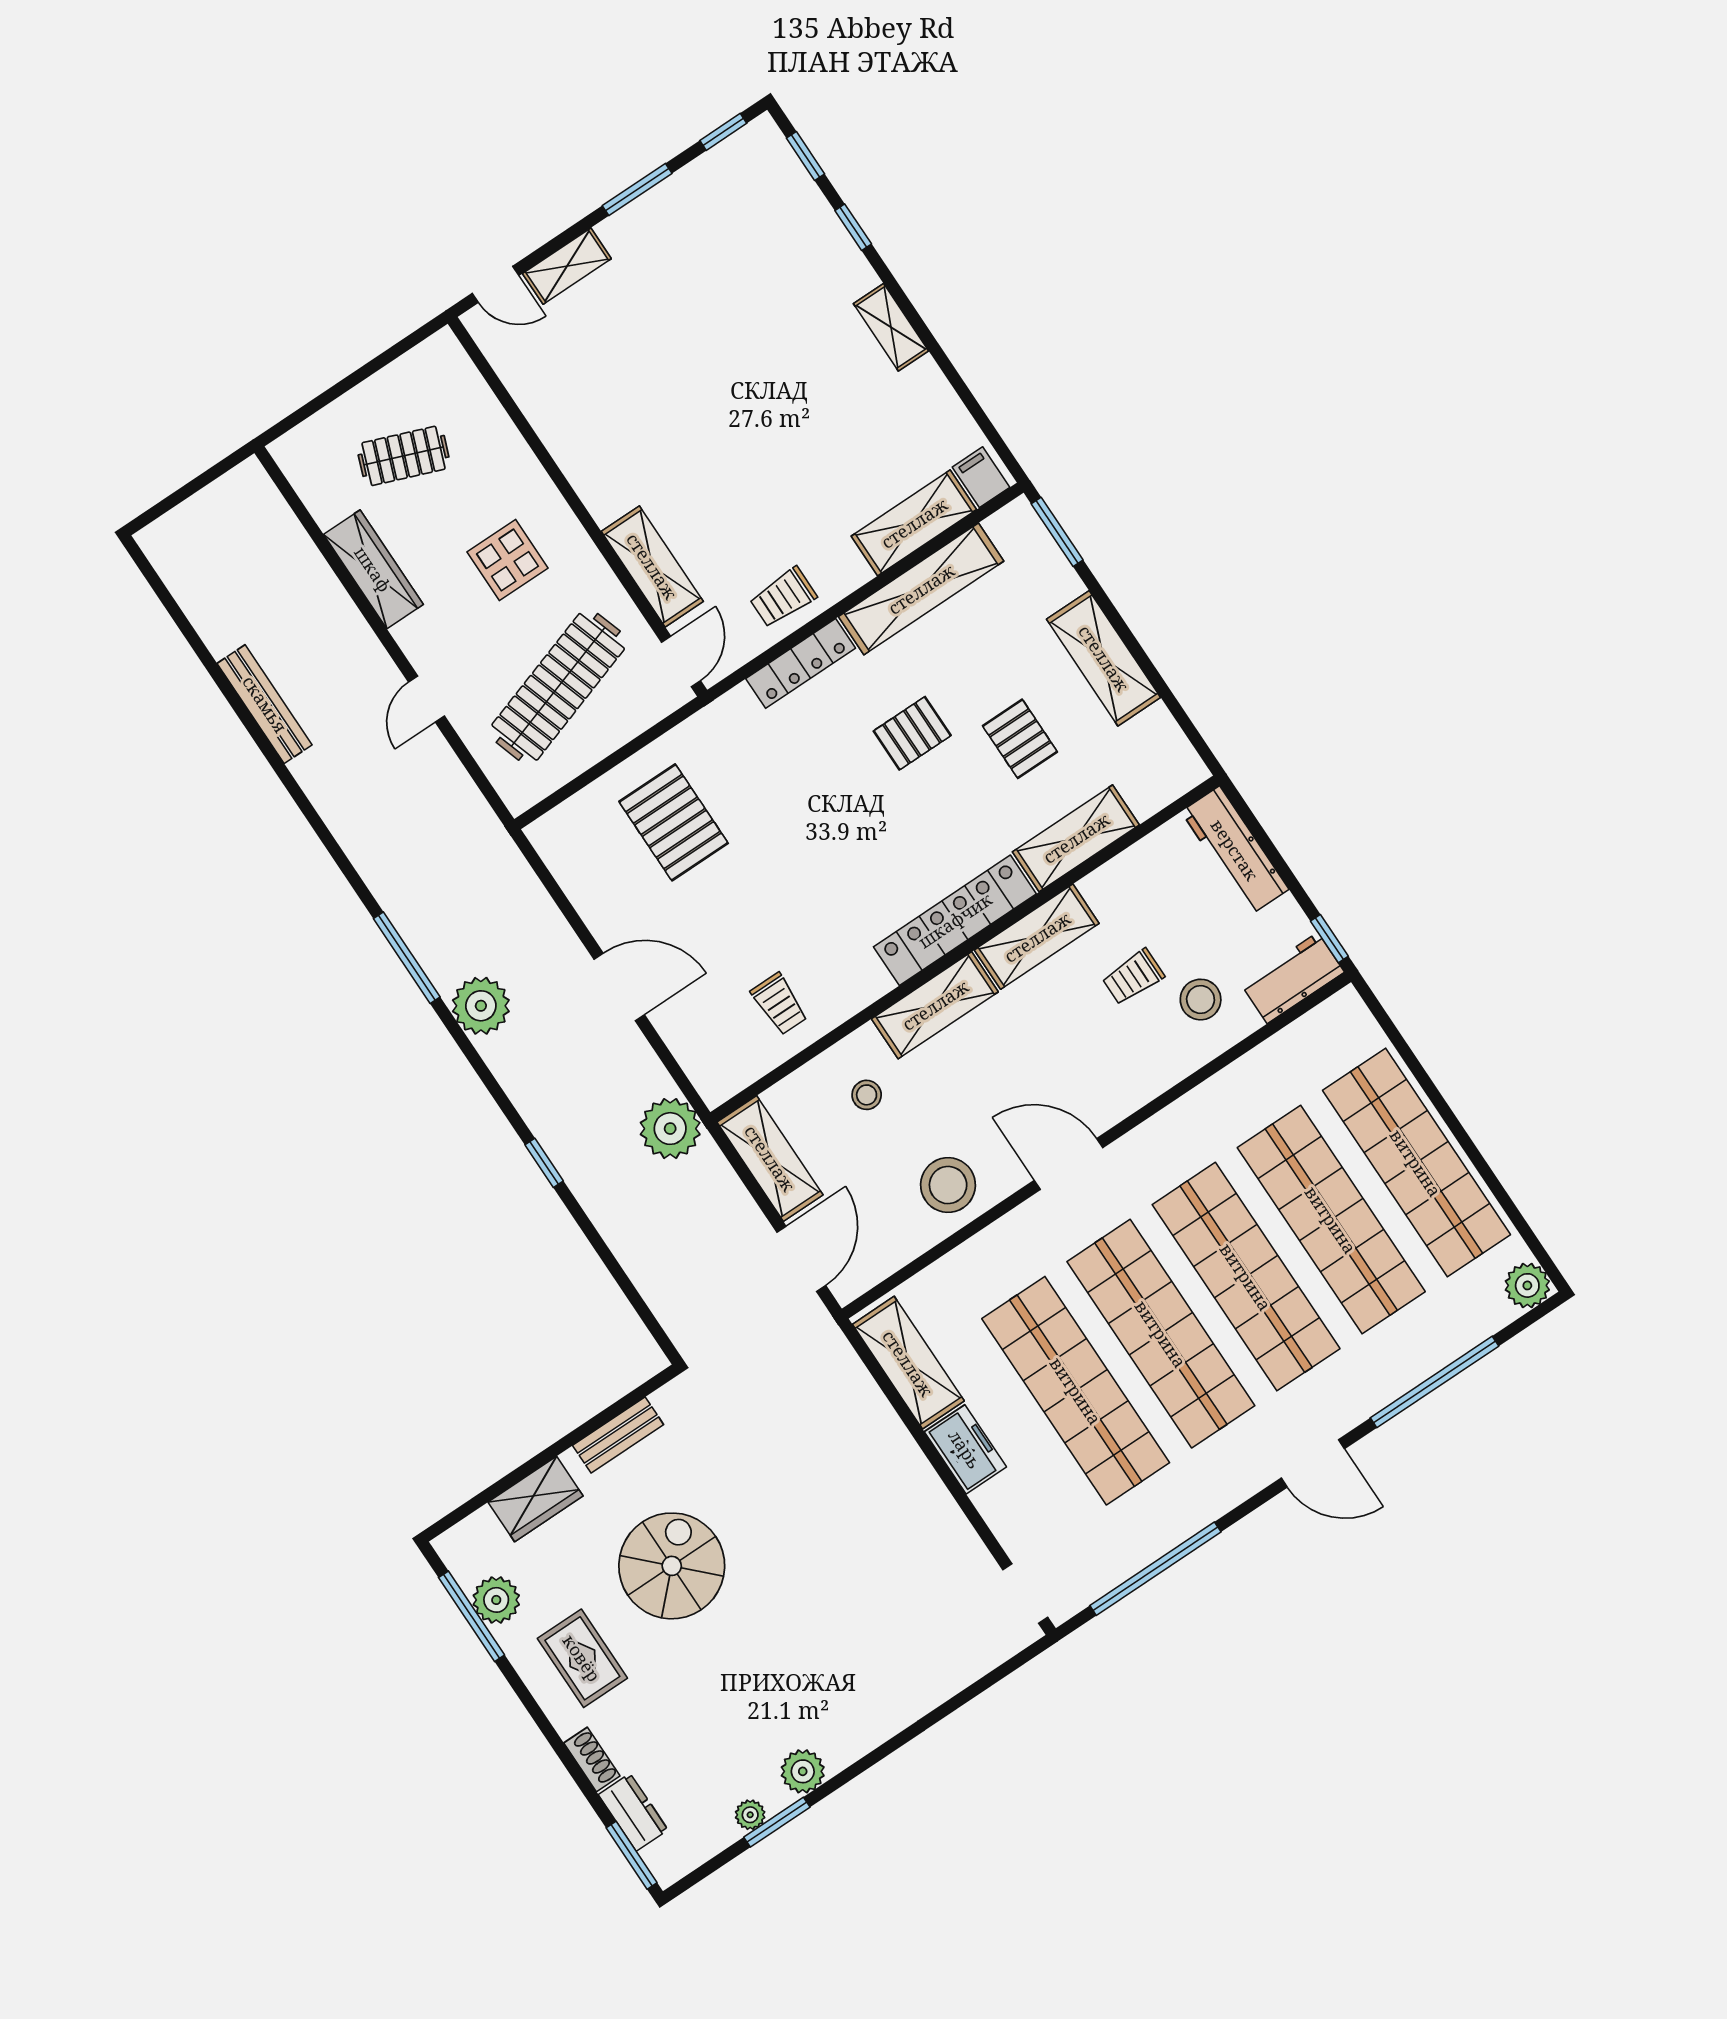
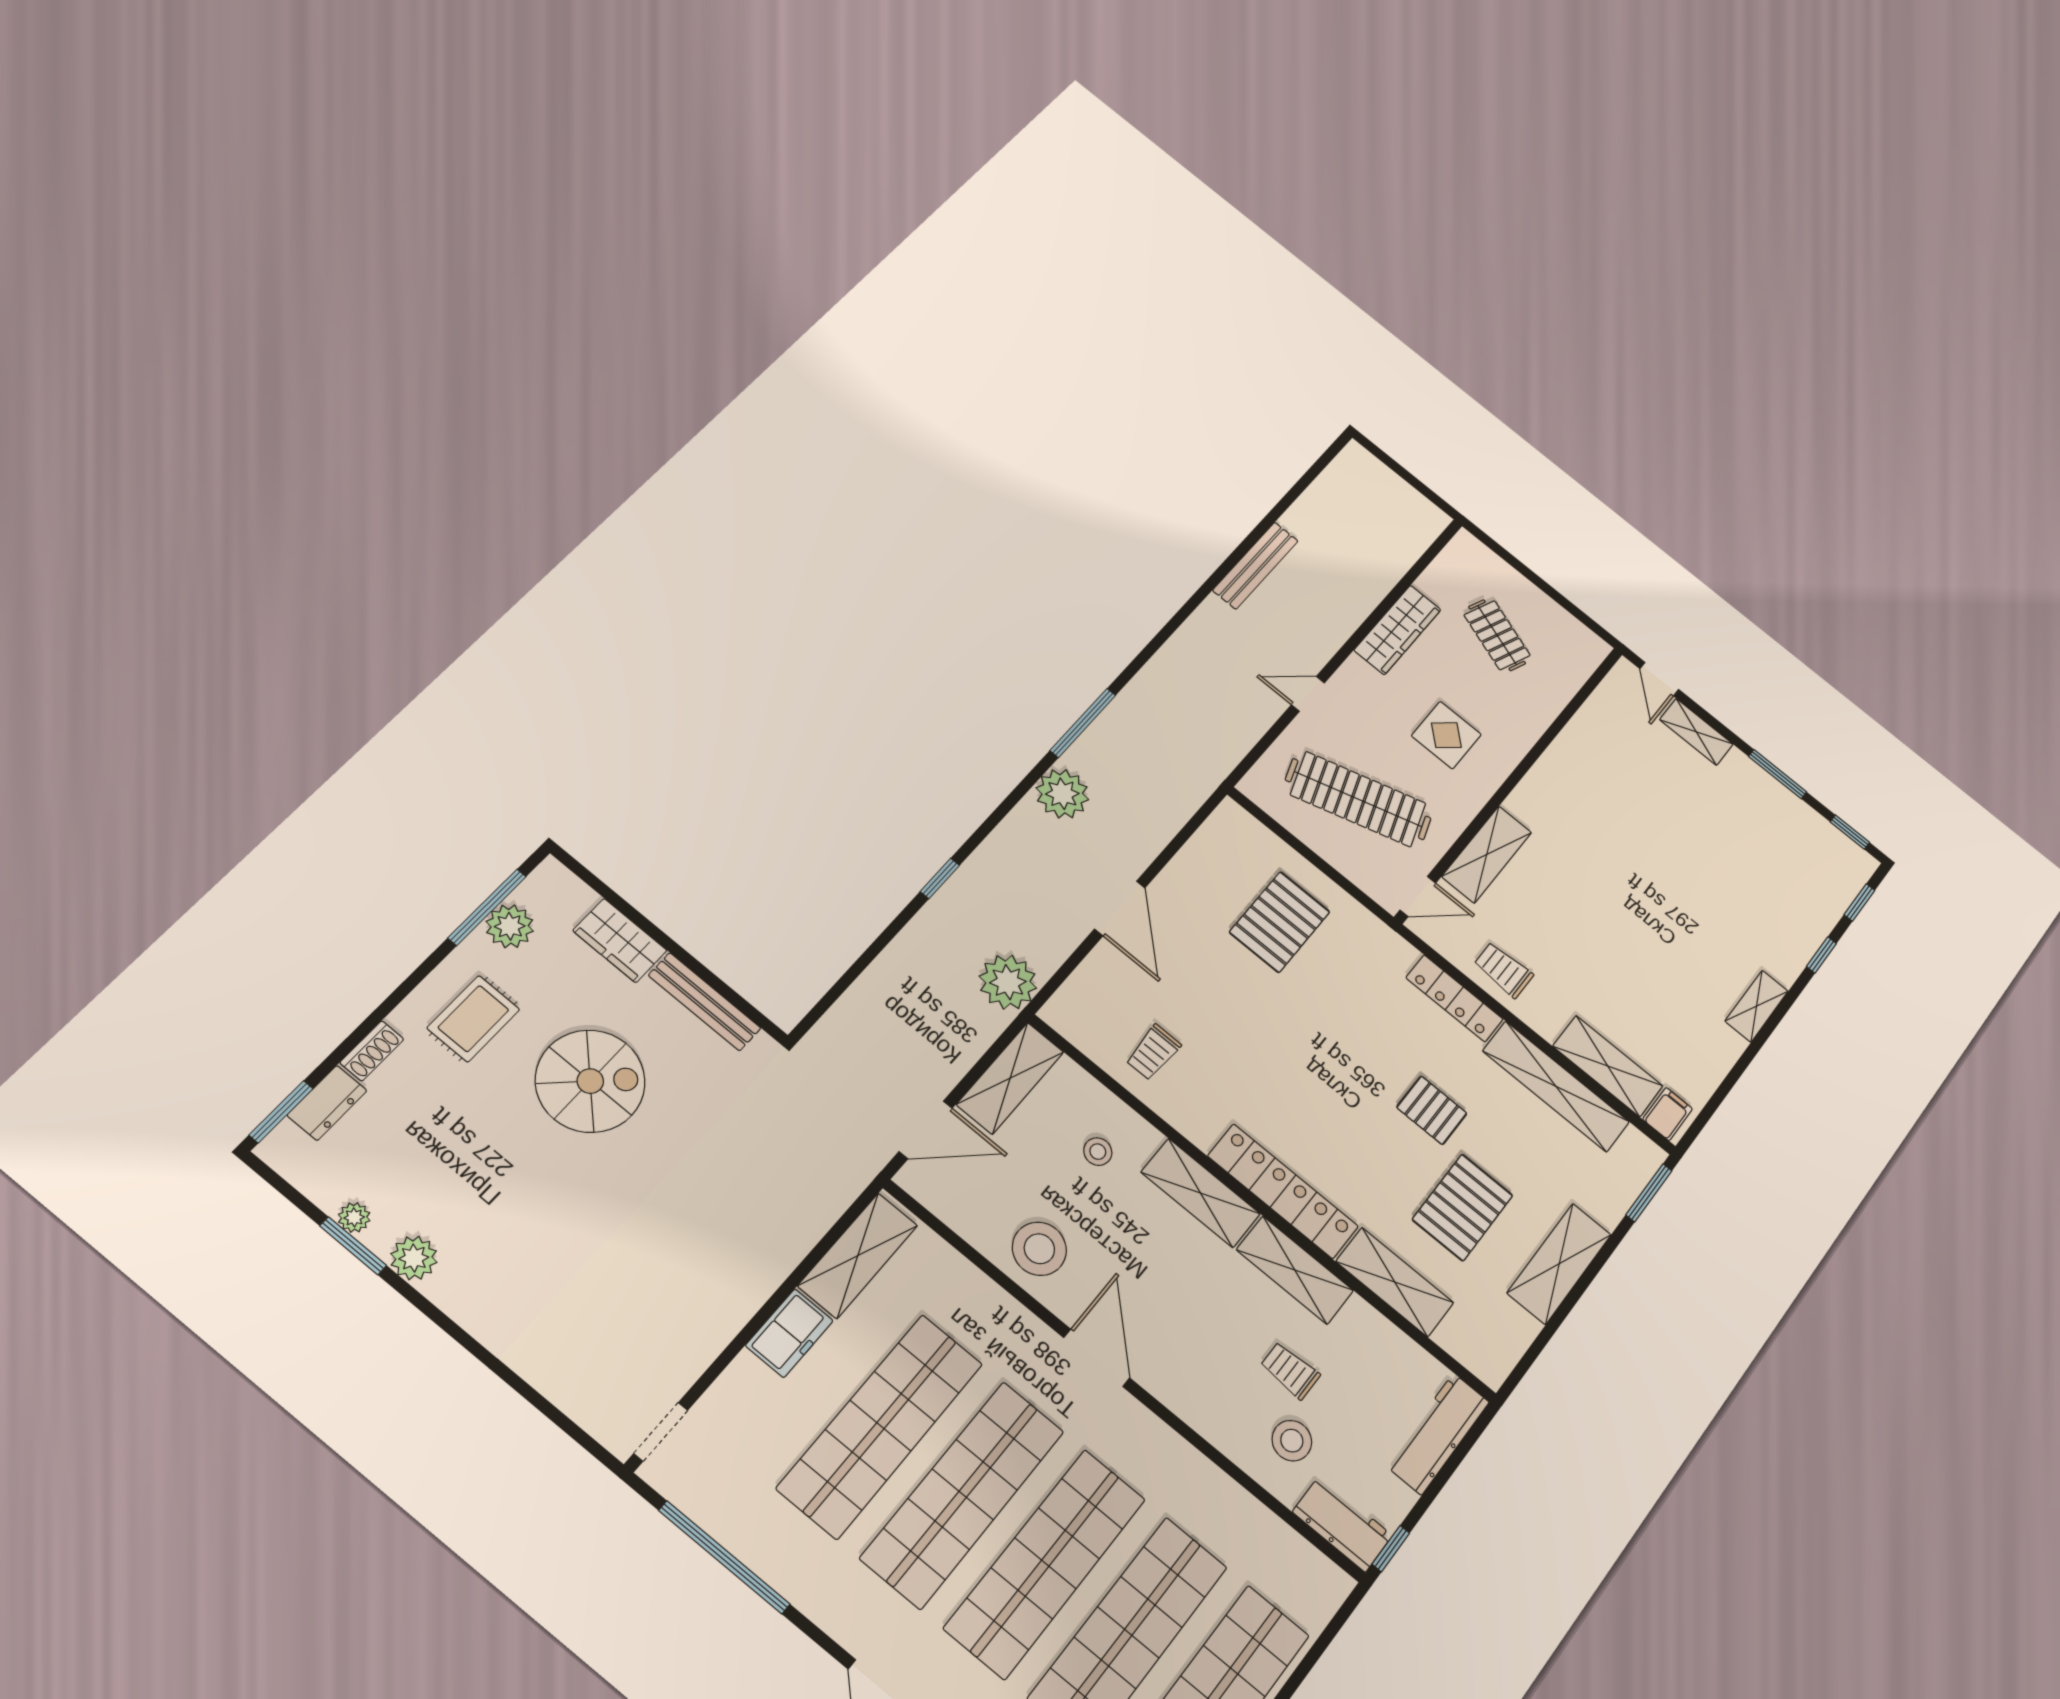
pallet: (1020, 739) -> (1463, 1207), width x1.50, depth x1.42
bench: (618, 1435) -> (705, 1002), width x1.36

